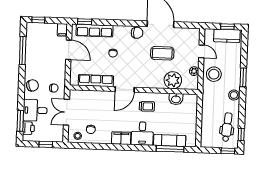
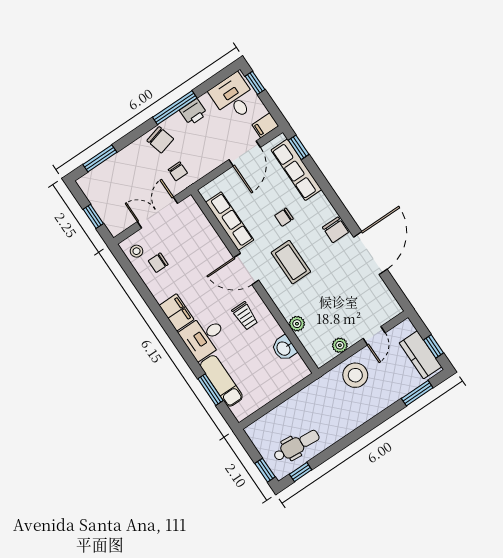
window: (23, 51) -> (175, 108), moved
coffee table: (162, 53) -> (291, 262), moved
window: (243, 77) -> (417, 393), moved
plant: (173, 80) -> (297, 324), width x0.53, depth x0.53
stool: (234, 95) -> (347, 423), removed
desk: (35, 110) -> (233, 97), moved
printer: (28, 128) -> (193, 112), moved
window: (170, 149) -> (211, 390), width x0.69

